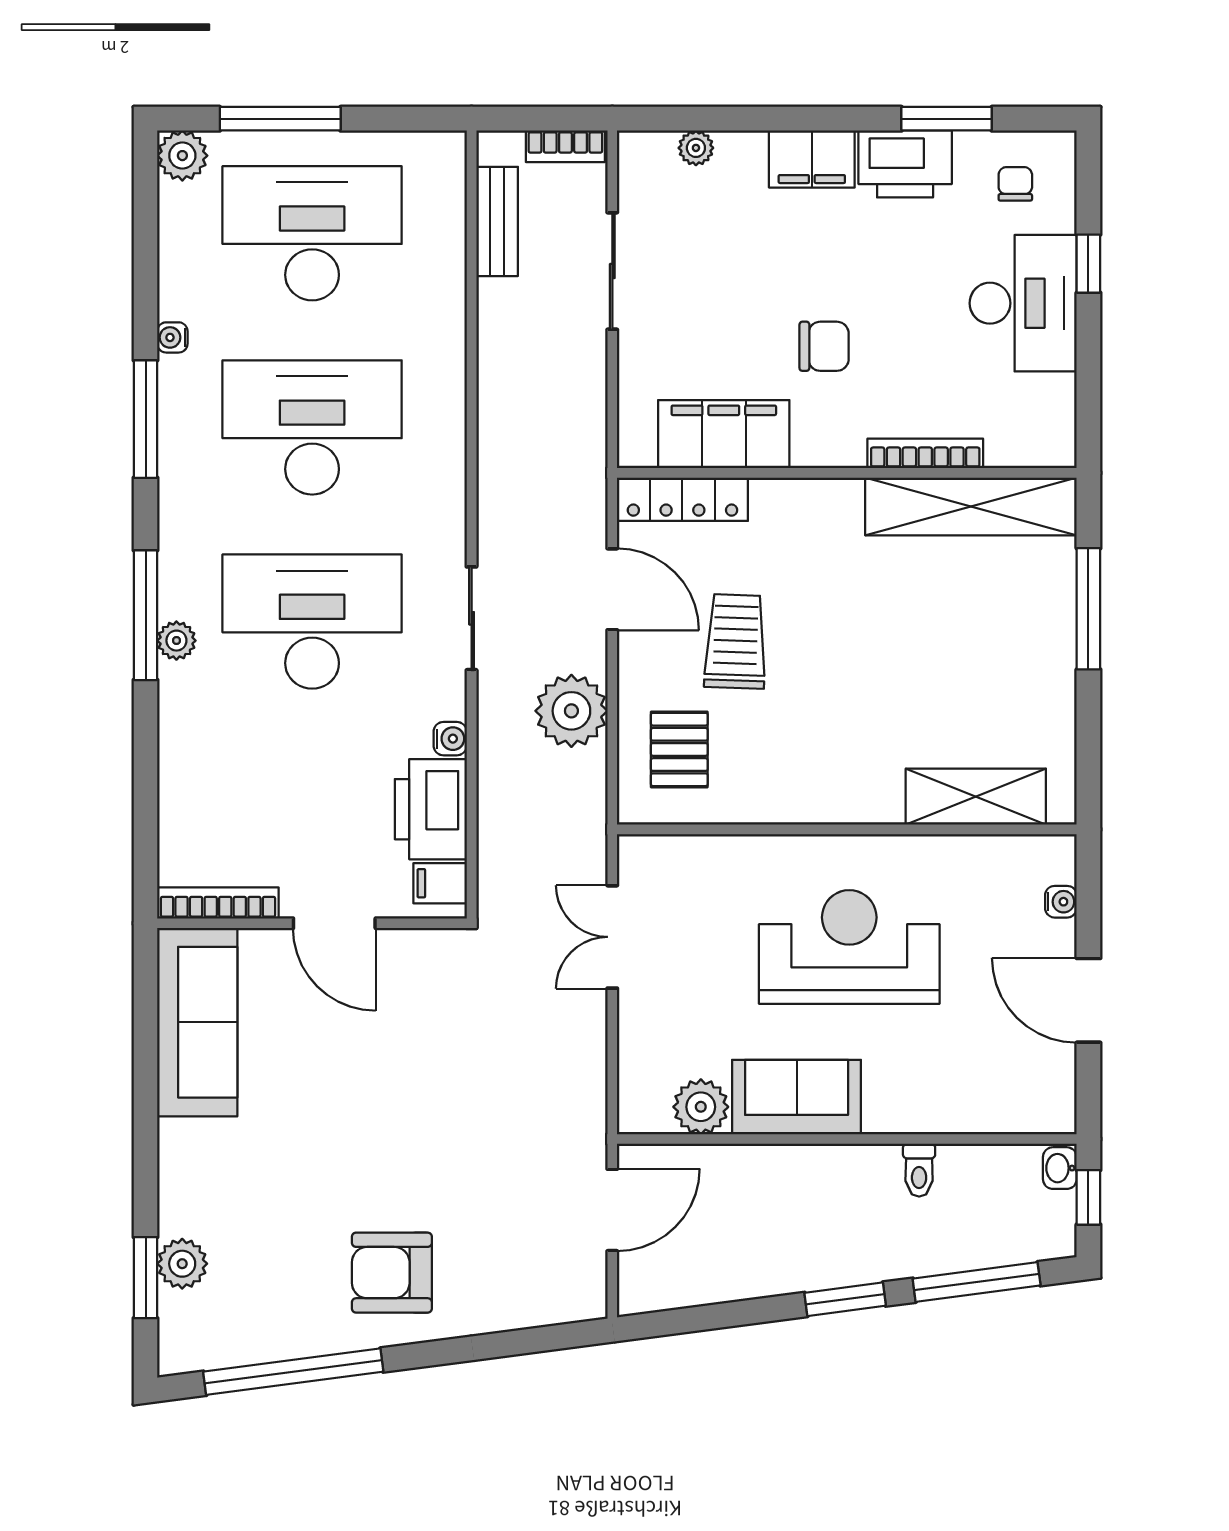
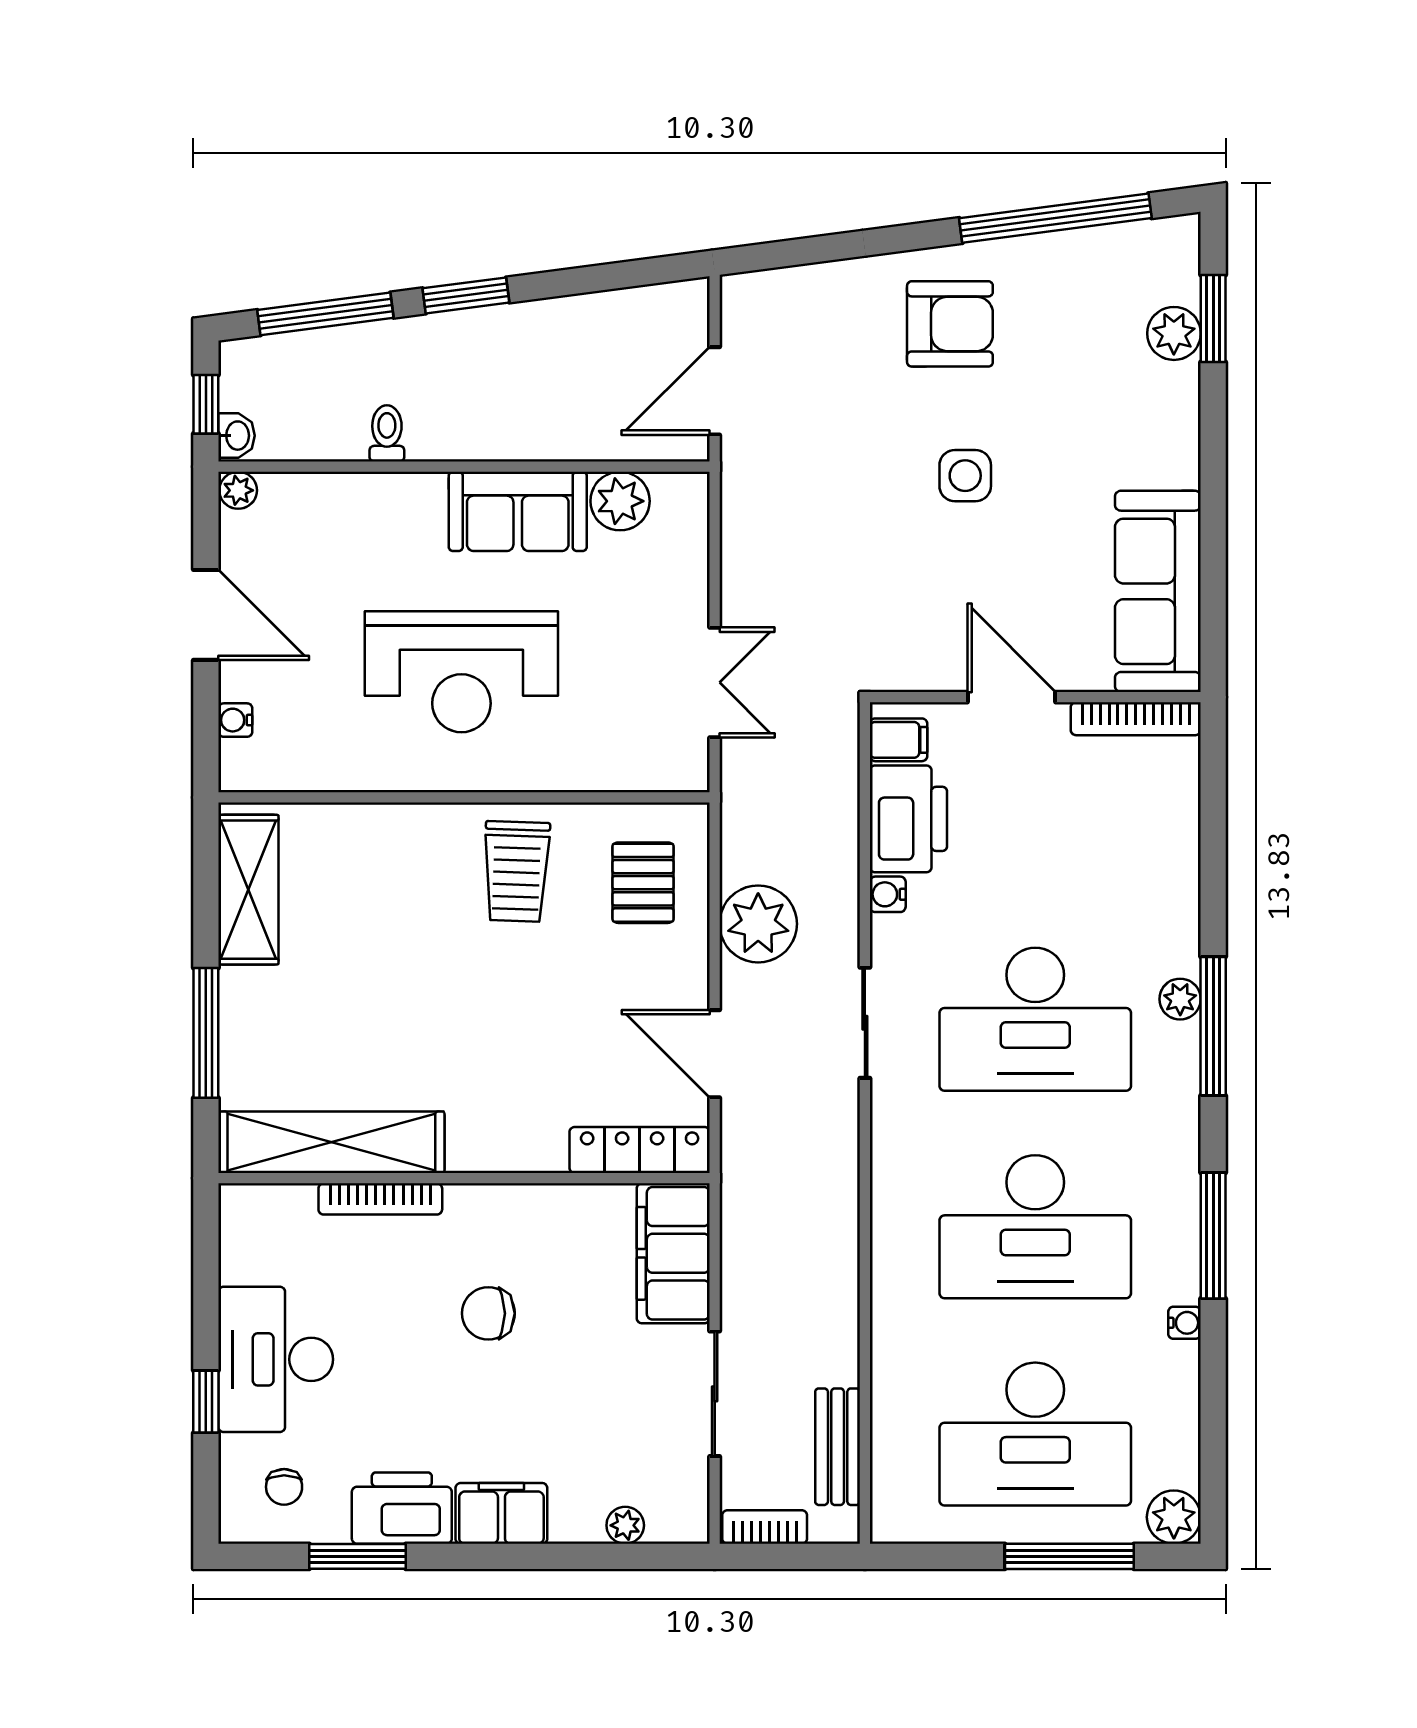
filing cabinet: (724, 434) -> (673, 1253), moved, turned 90
trolley: (736, 641) -> (516, 871), moved
shelving: (976, 797) -> (248, 890), moved, turned 90
plant: (1058, 1117) -> (238, 490), added
side table: (378, 1131) -> (965, 476), added

